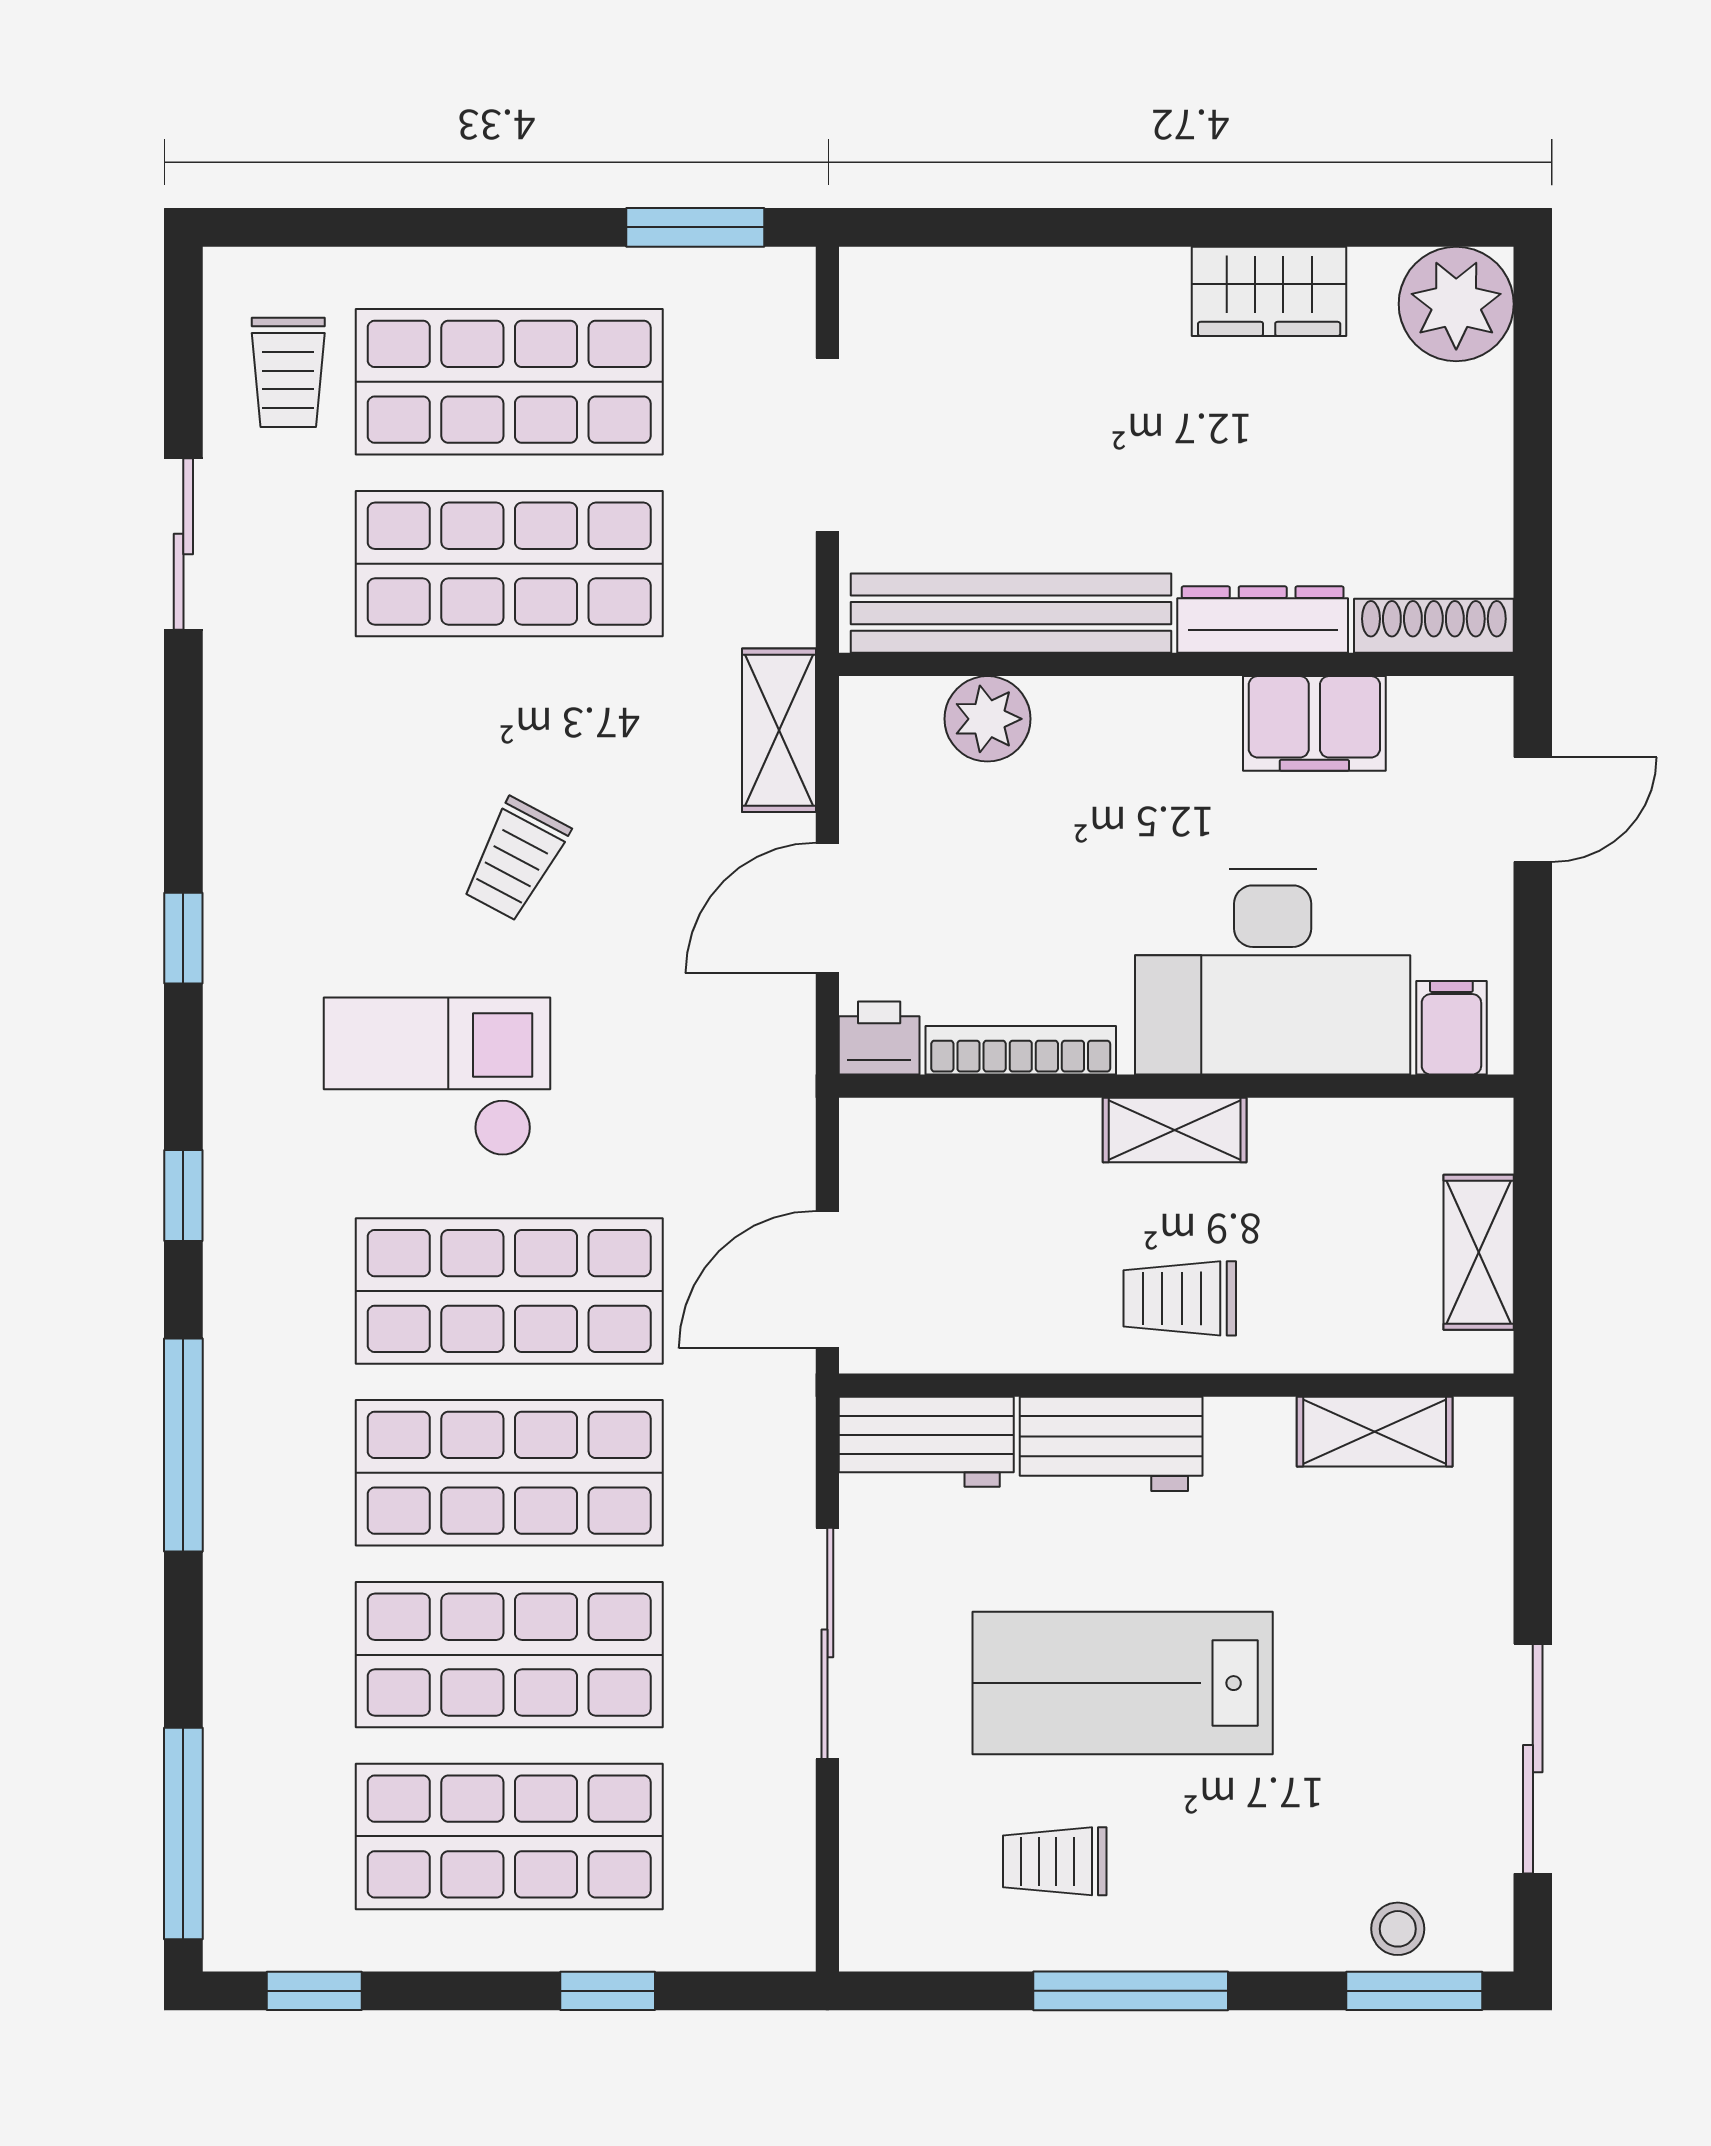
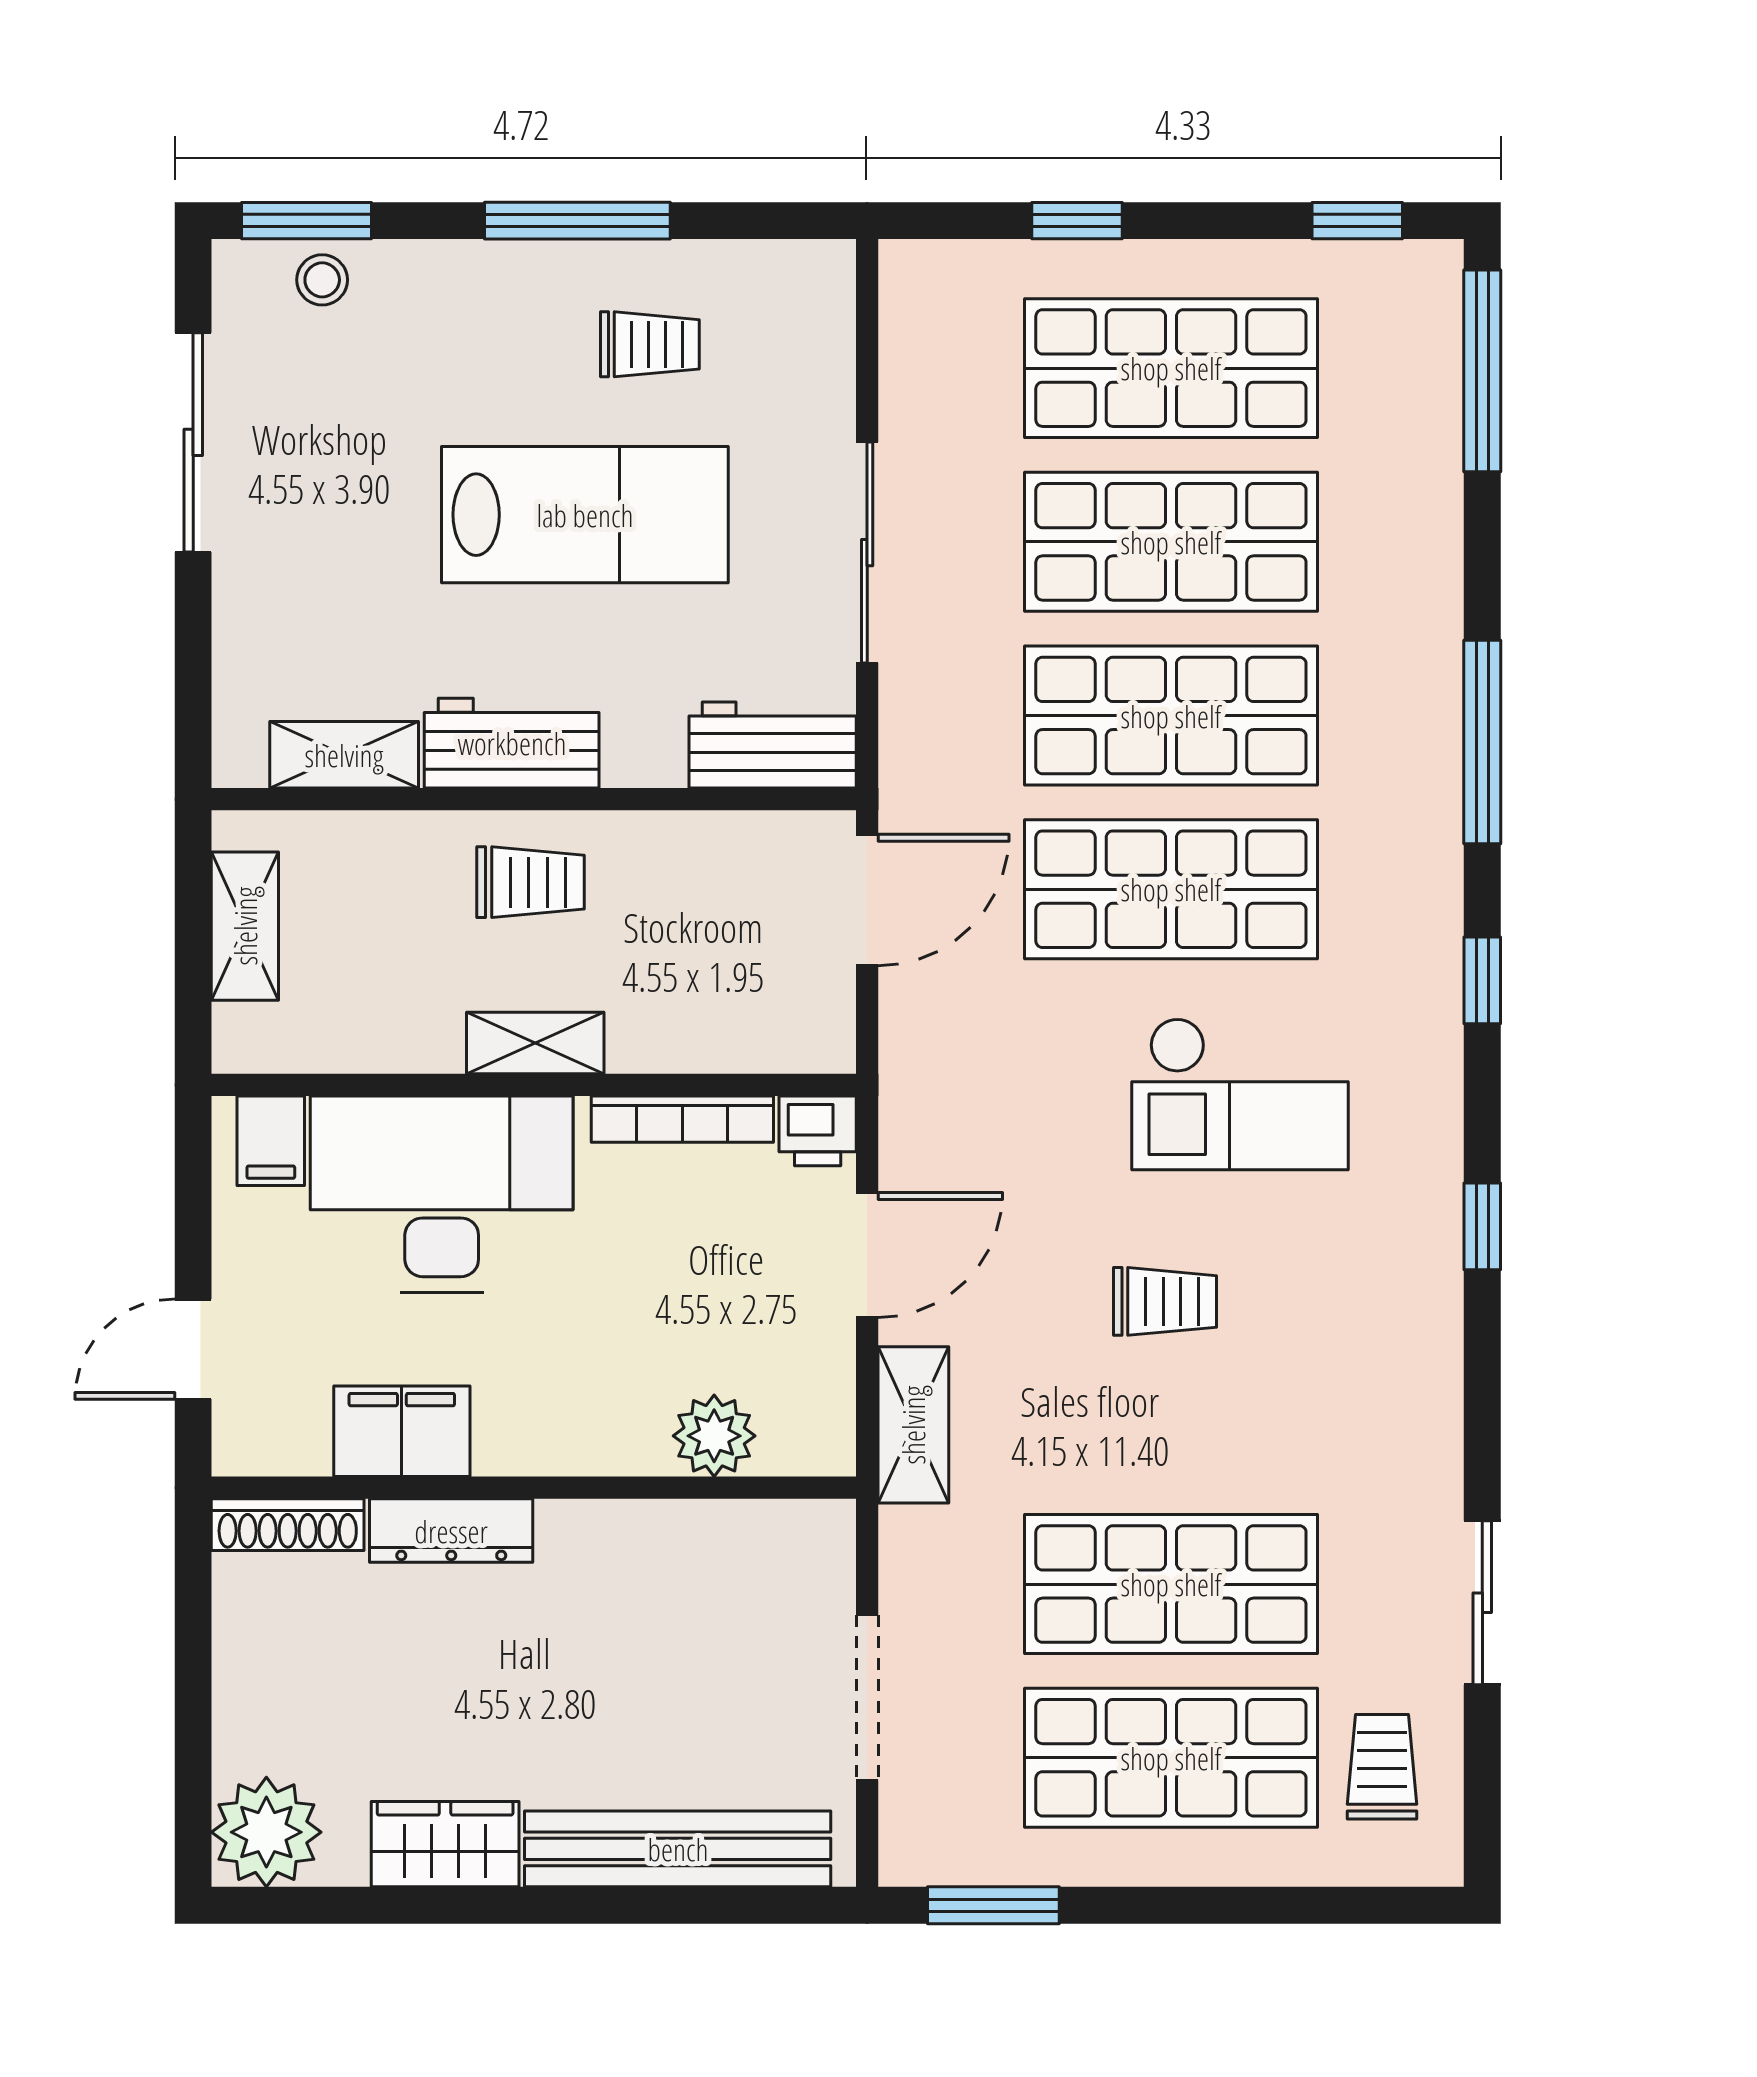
bench: (1011, 613) -> (678, 1849), moved
trolley: (516, 859) -> (1165, 1301), turned 62
workbench: (1111, 1444) -> (512, 743), moved

